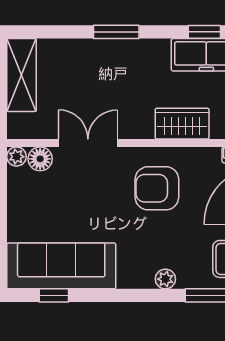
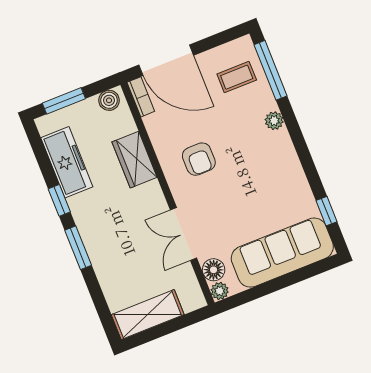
window: (204, 32) -> (59, 200), moved
armchair: (157, 188) -> (199, 159), width x0.72, depth x0.72
sofa: (61, 266) -> (282, 253), moved, turned 90

